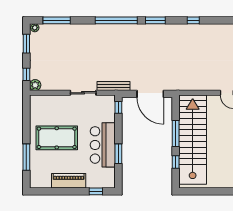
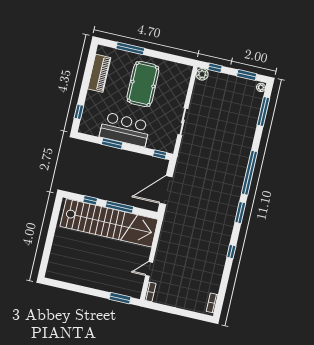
bench: (113, 86) -> (183, 154), removed
piano: (69, 181) -> (99, 73), moved

